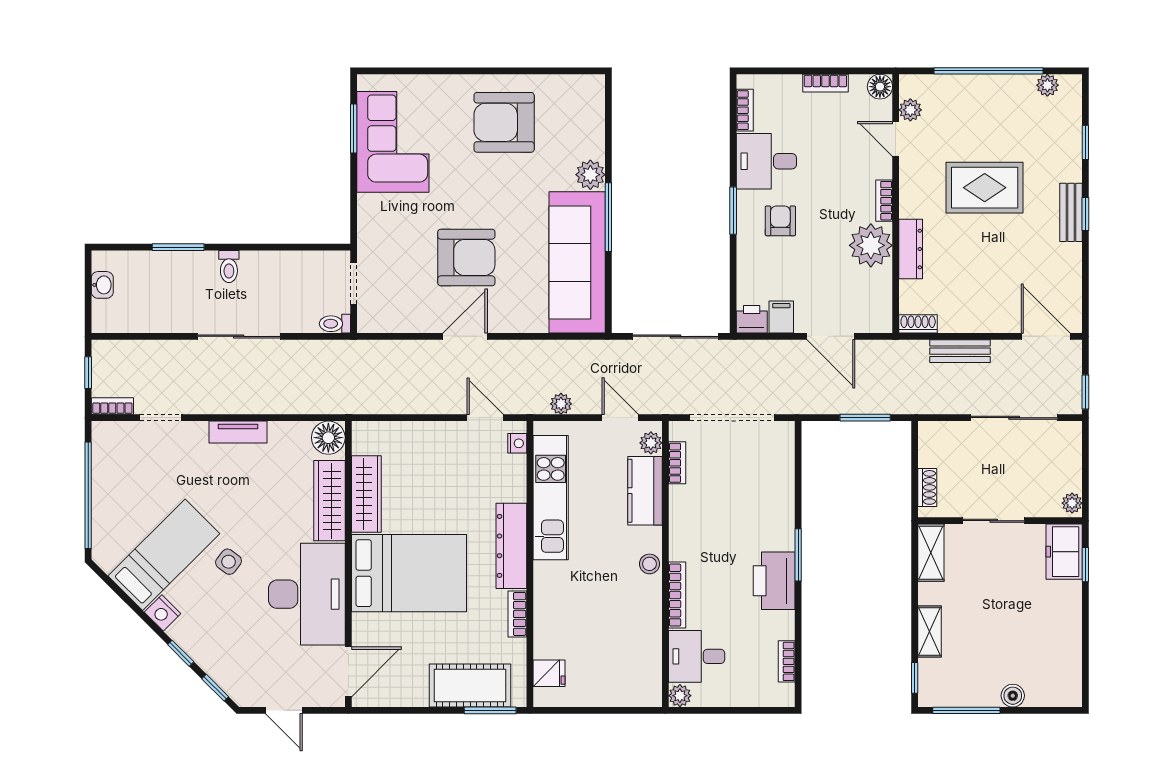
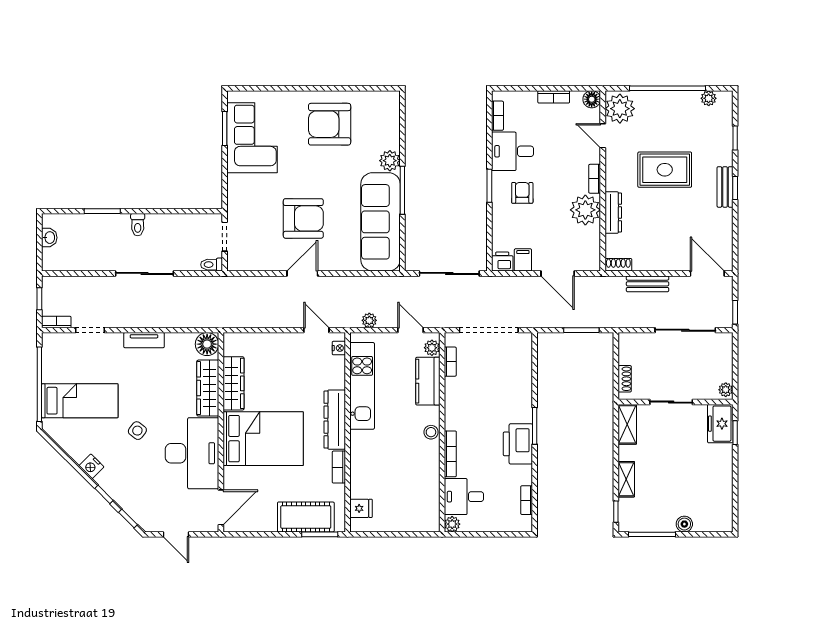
plant: (910, 110) -> (620, 109), width x1.87, depth x1.87
bed: (164, 555) -> (80, 401), moved, turned 45

